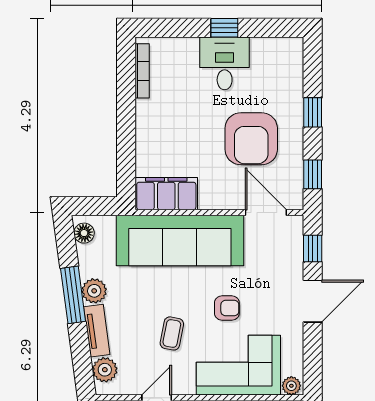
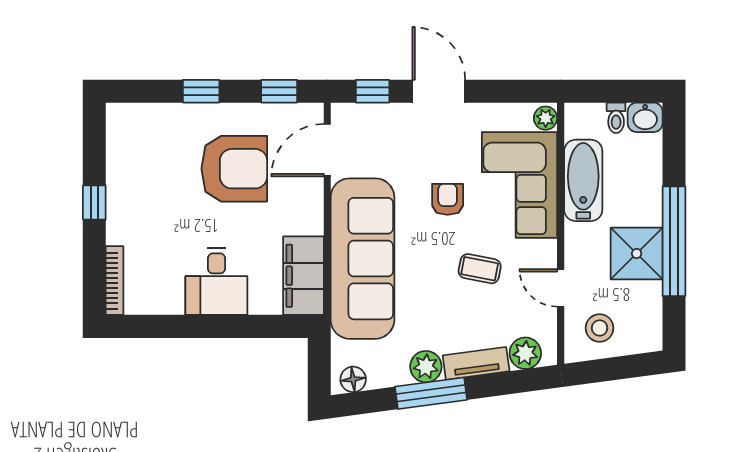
desk: (225, 63) -> (216, 282), moved, turned -90
bookcase: (142, 71) -> (115, 281), moved, turned 90

